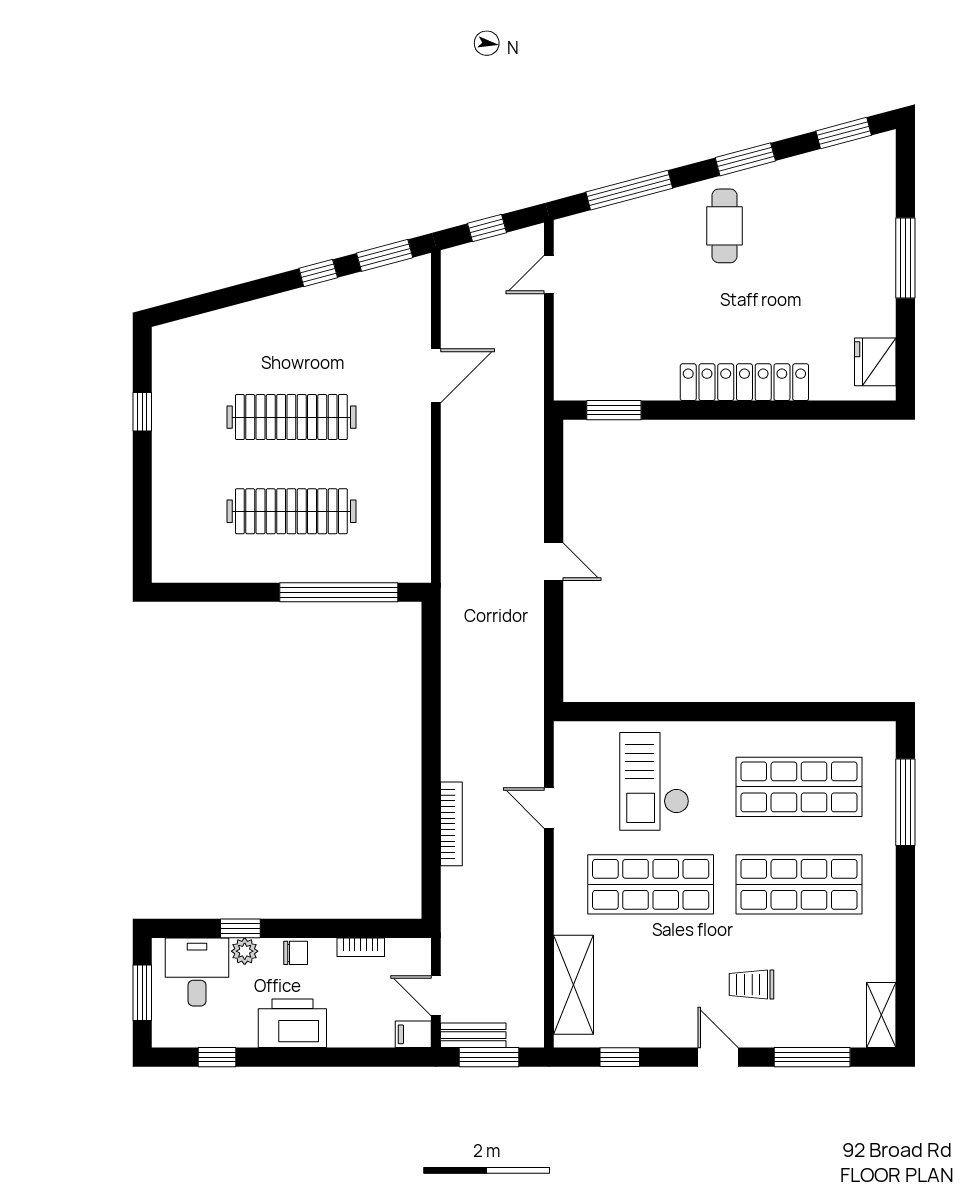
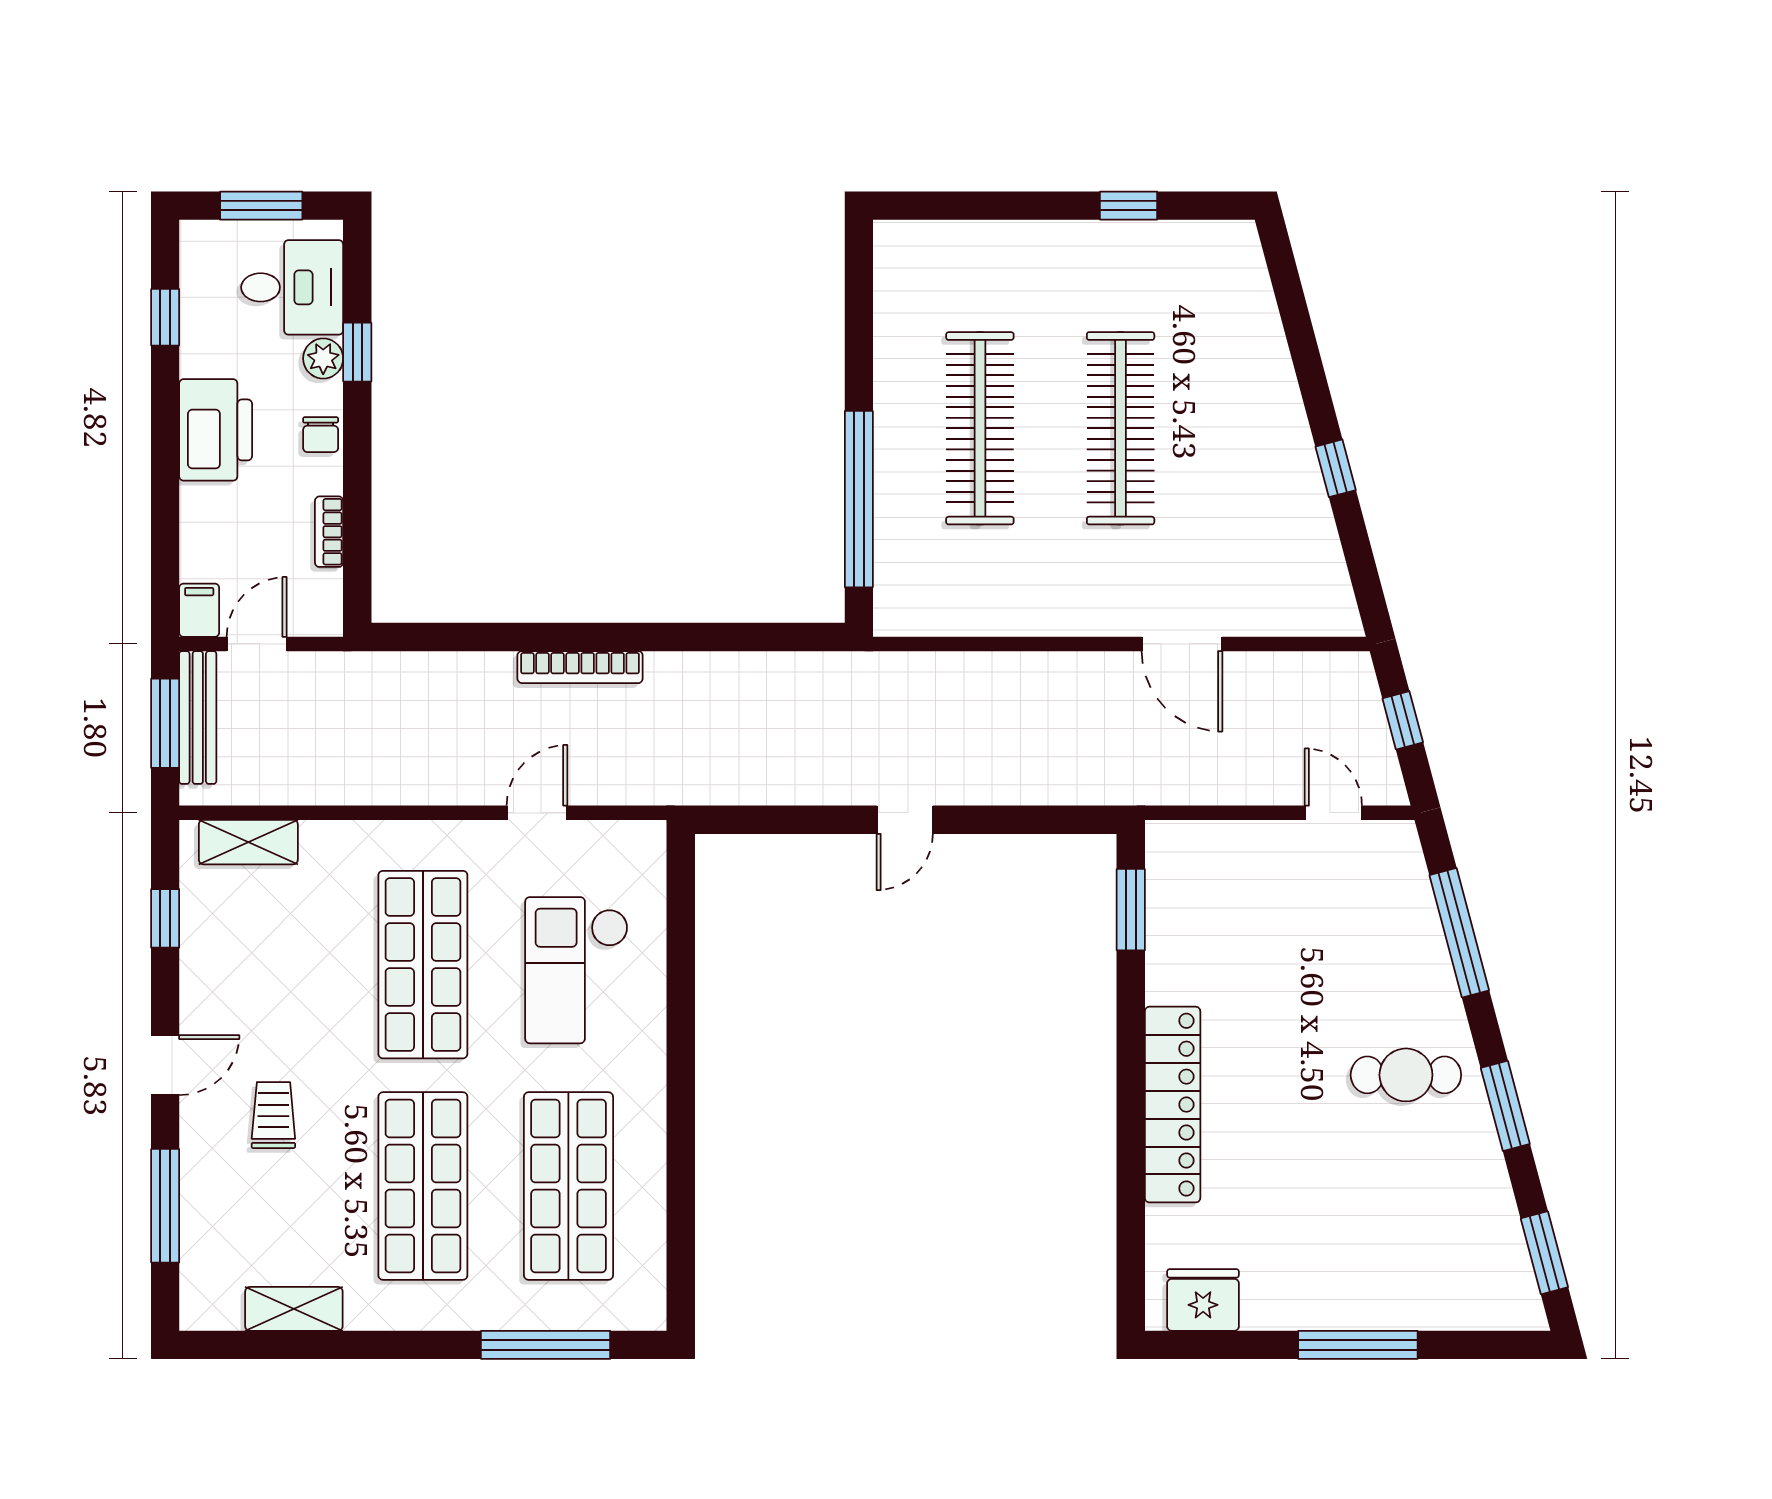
window: (385, 255) -> (1362, 567), removed
checkout: (654, 781) -> (577, 970), turned -90
bookcase: (451, 824) -> (580, 667), moved
shelving: (573, 985) -> (248, 842), width x0.67, depth x0.75
shelving: (881, 1015) -> (294, 1309), moved
bench: (473, 1035) -> (198, 717), width x1.36

